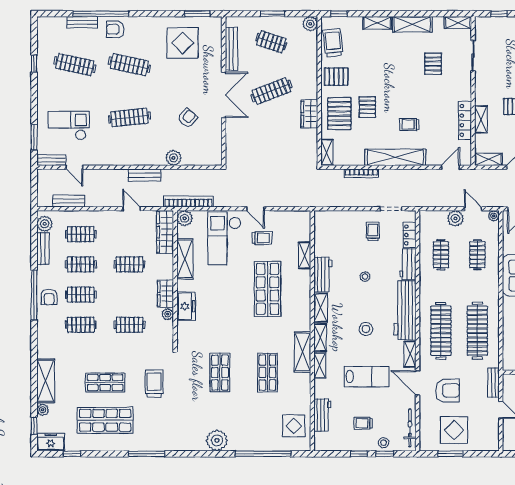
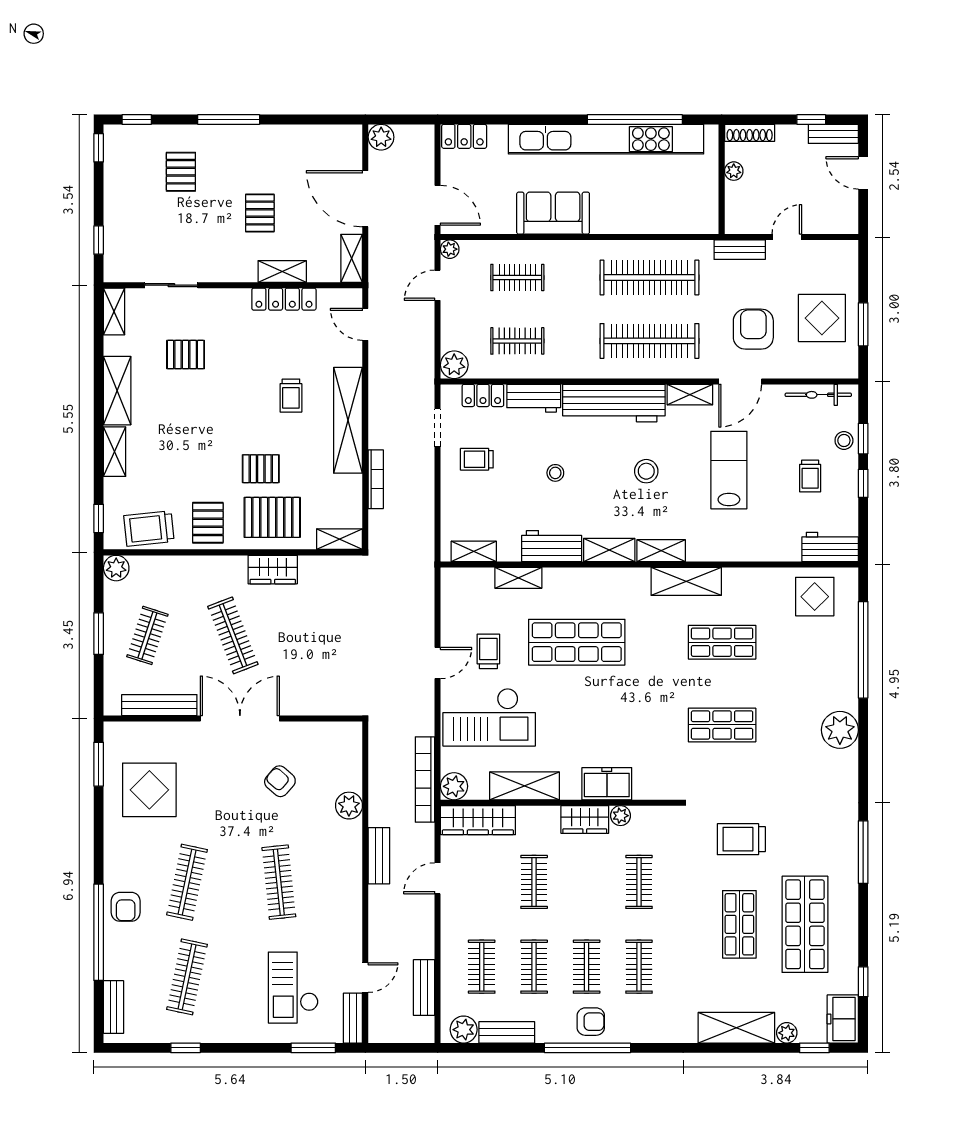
bench: (82, 22) -> (113, 1007), moved
plant: (455, 218) -> (454, 365), moved
shelving: (320, 366) -> (474, 551), moved
workbench: (322, 415) -> (830, 547), moved

